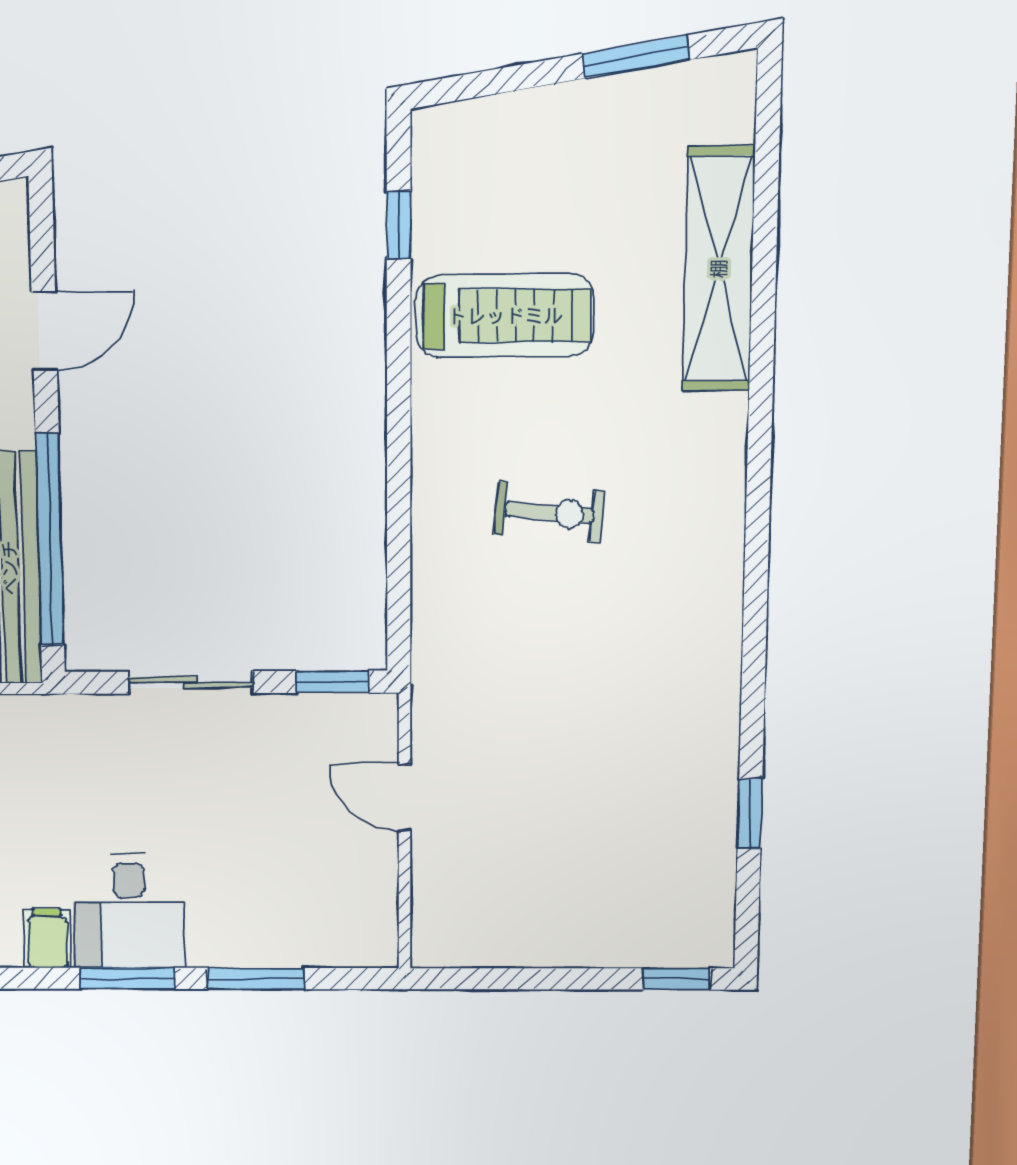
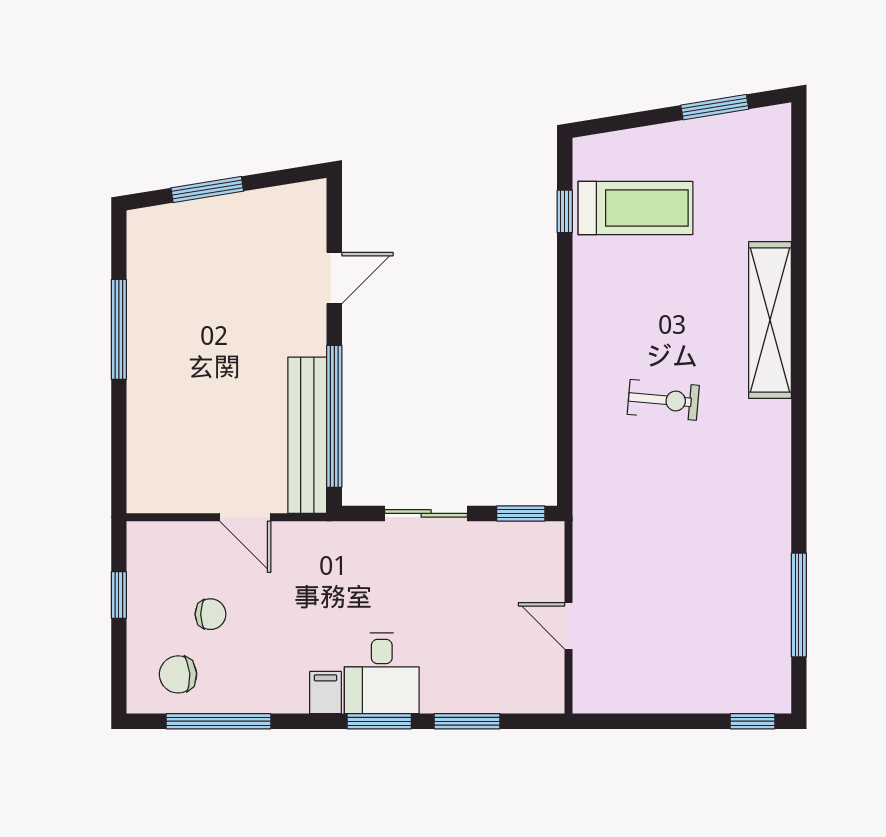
shelving: (719, 269) -> (770, 320), moved
treadmill: (505, 316) -> (635, 208), moved
door: (405, 798) -> (568, 626), moved
window: (750, 814) -> (799, 605), width x2.17

